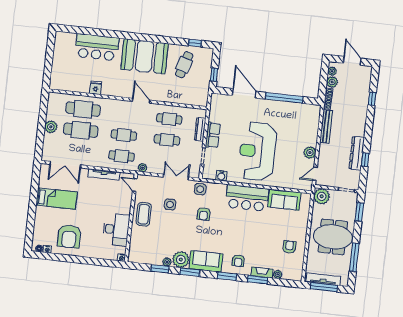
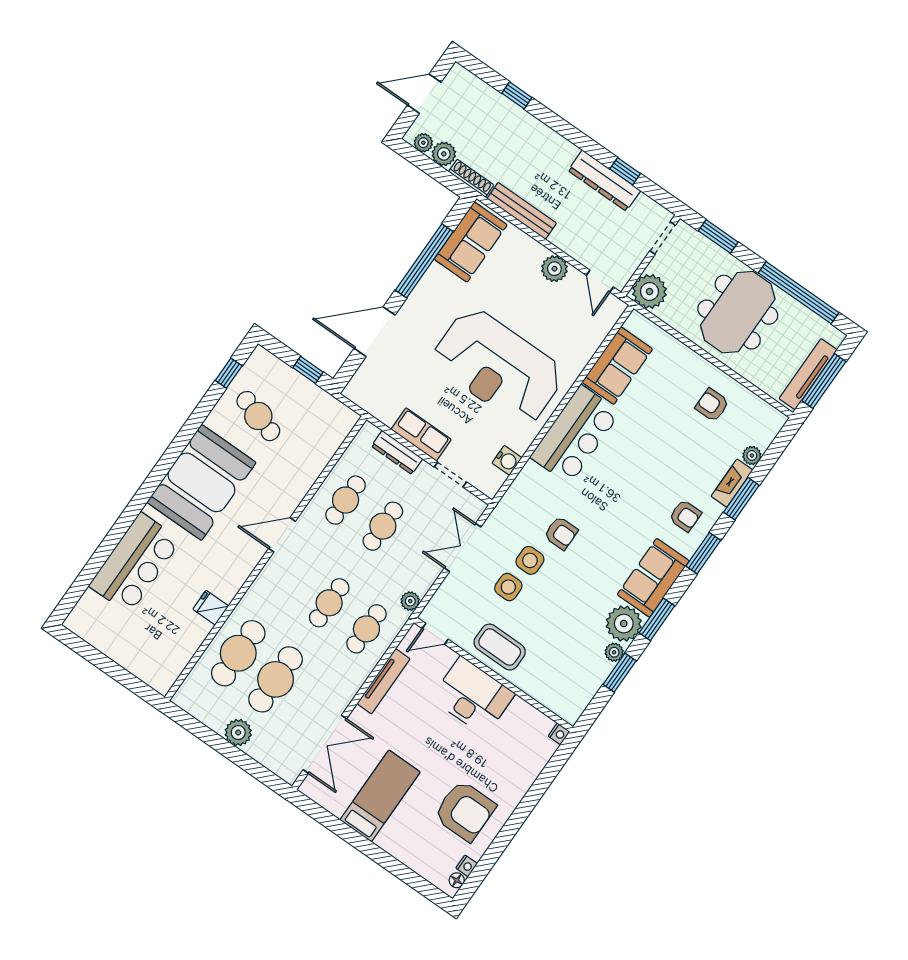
sofa: (302, 113) -> (471, 242), added
side table: (200, 189) -> (530, 560), moved
desk: (116, 229) -> (473, 696), moved
window: (354, 257) -> (799, 293), width x1.46

